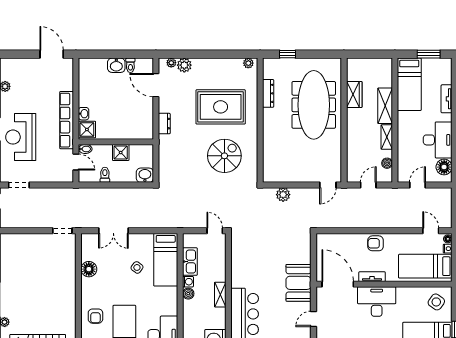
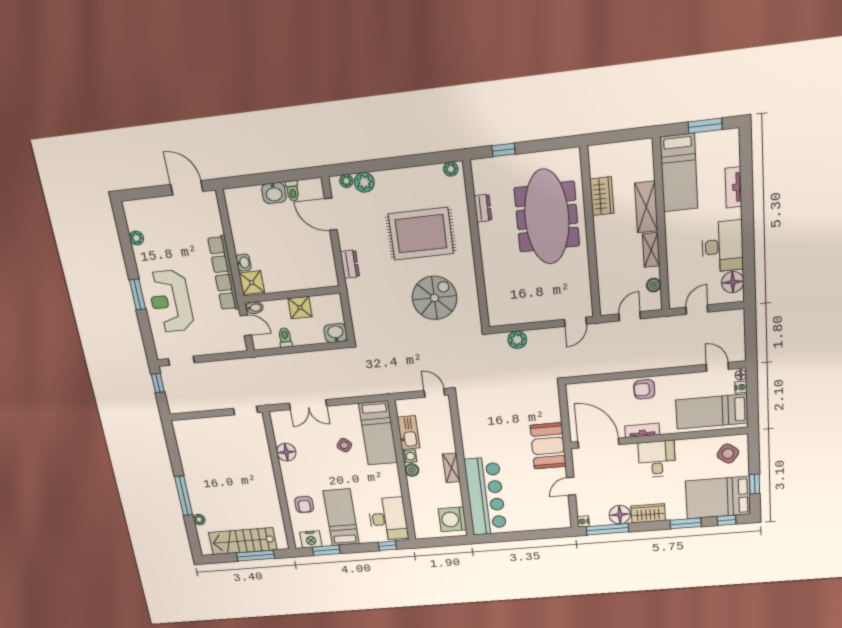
dresser: (268, 93) -> (483, 208), width x0.70
desk: (377, 302) -> (657, 459), width x0.73

